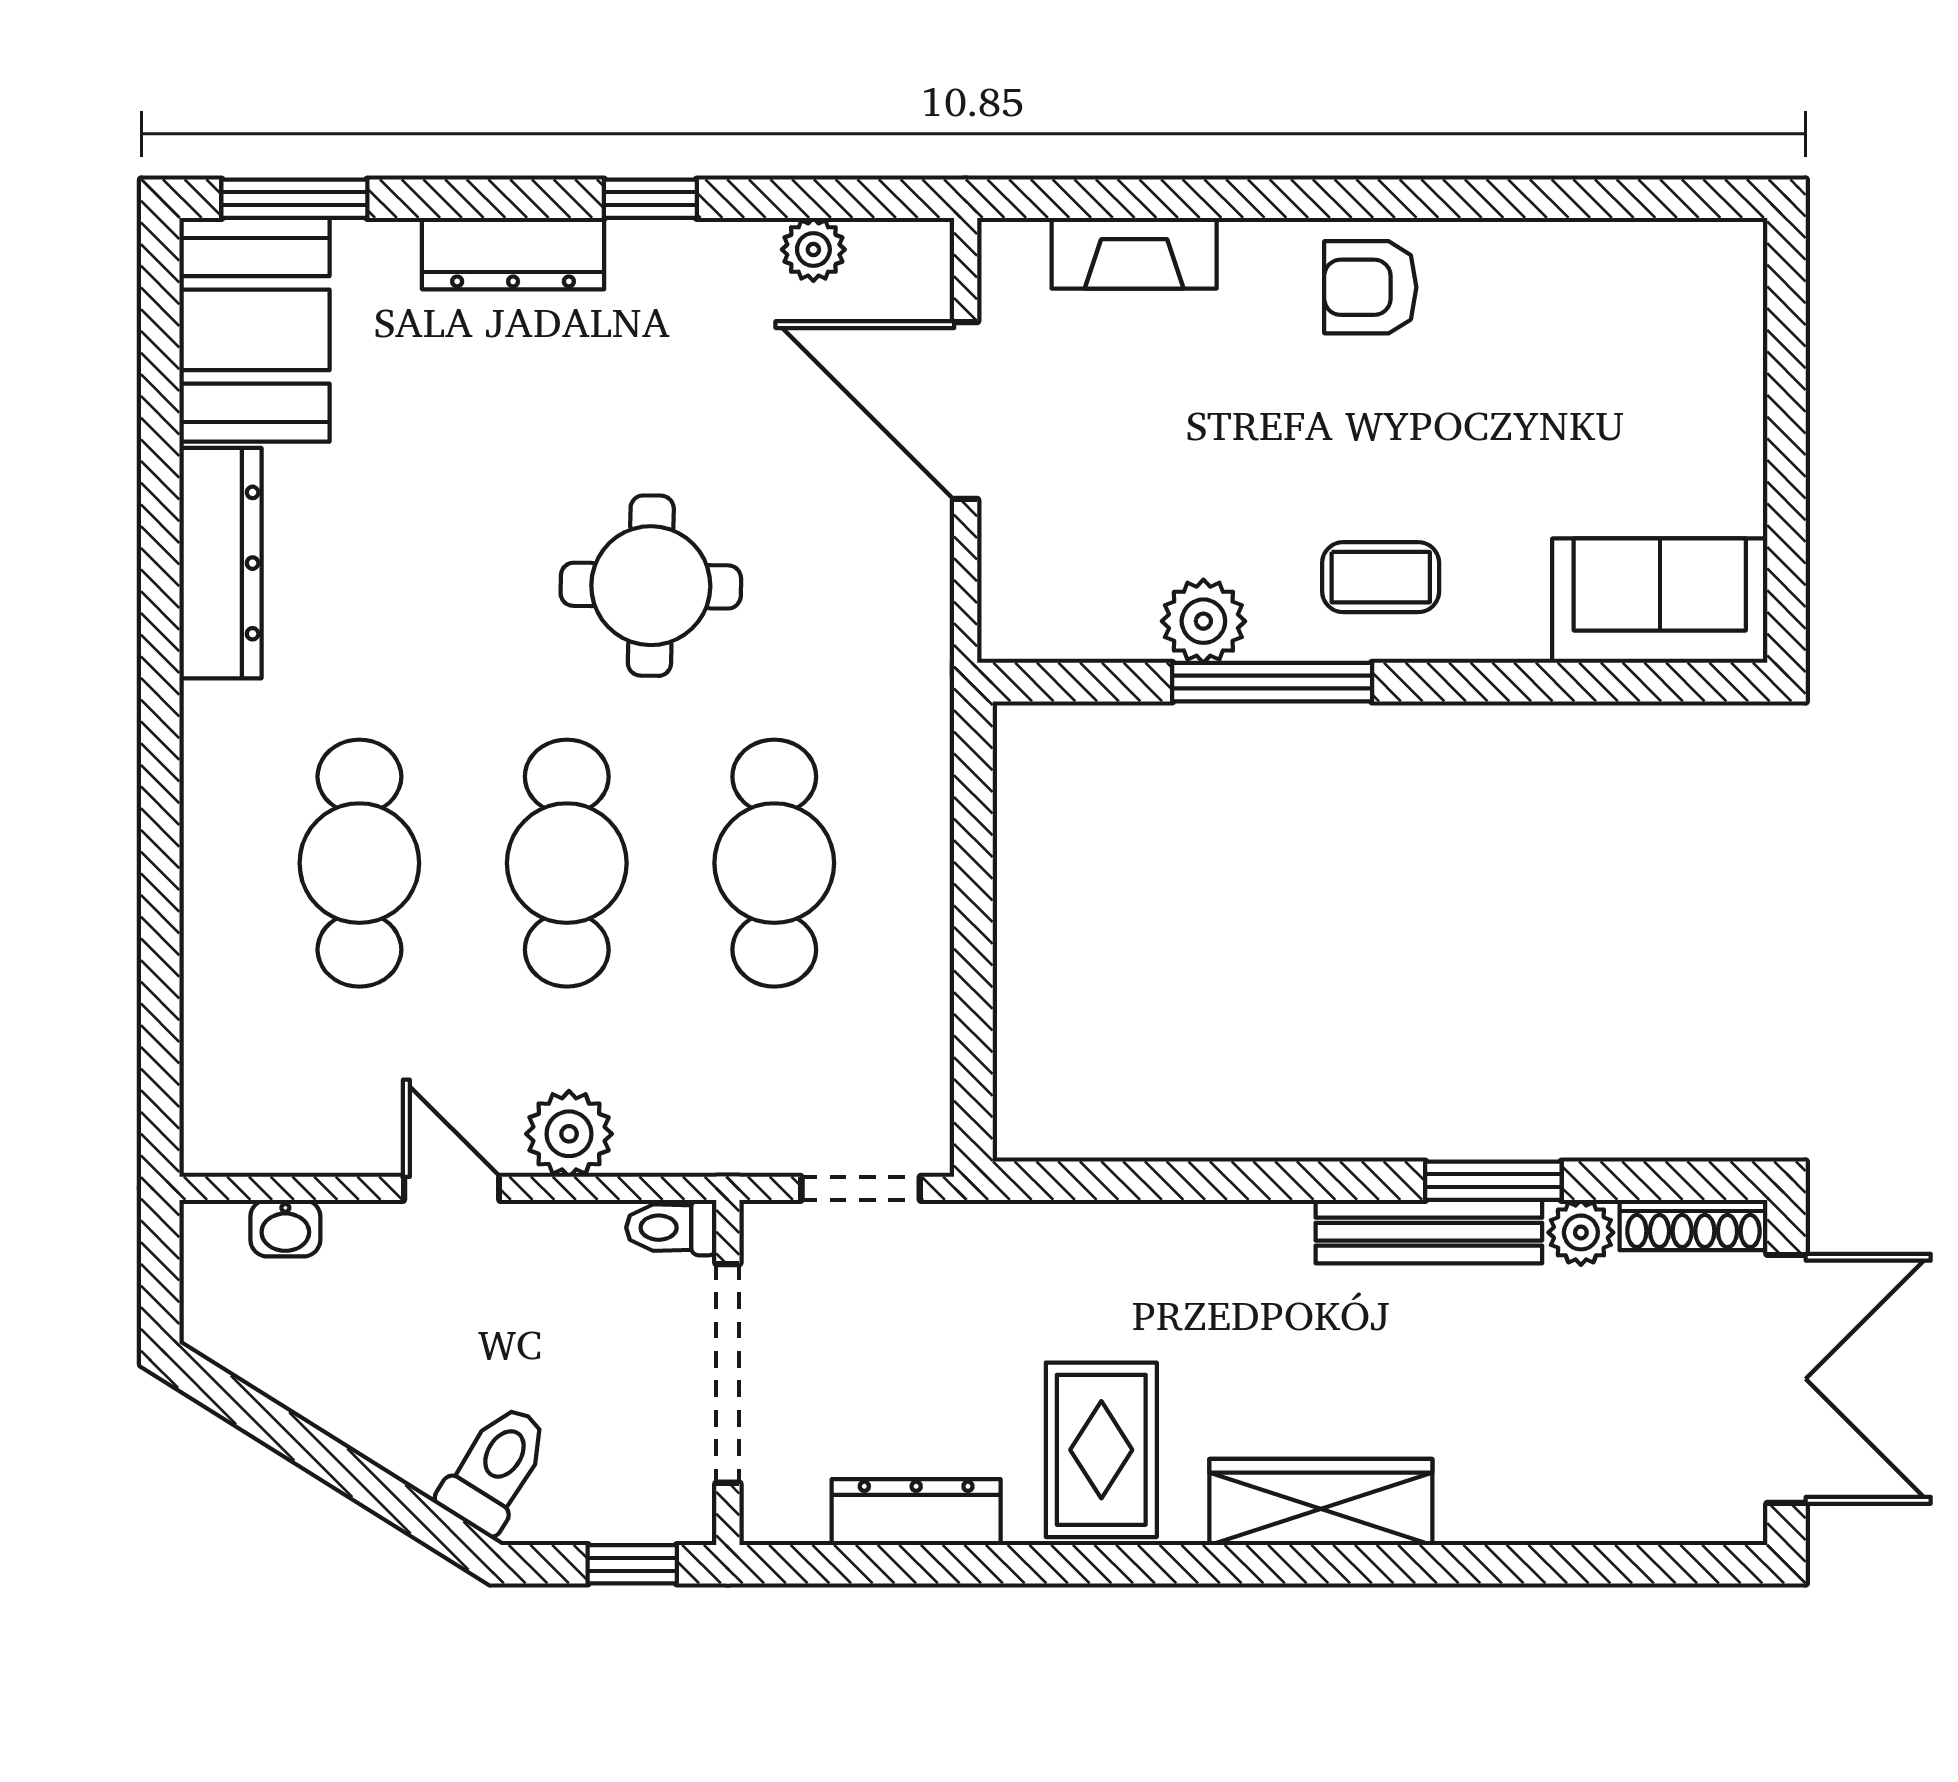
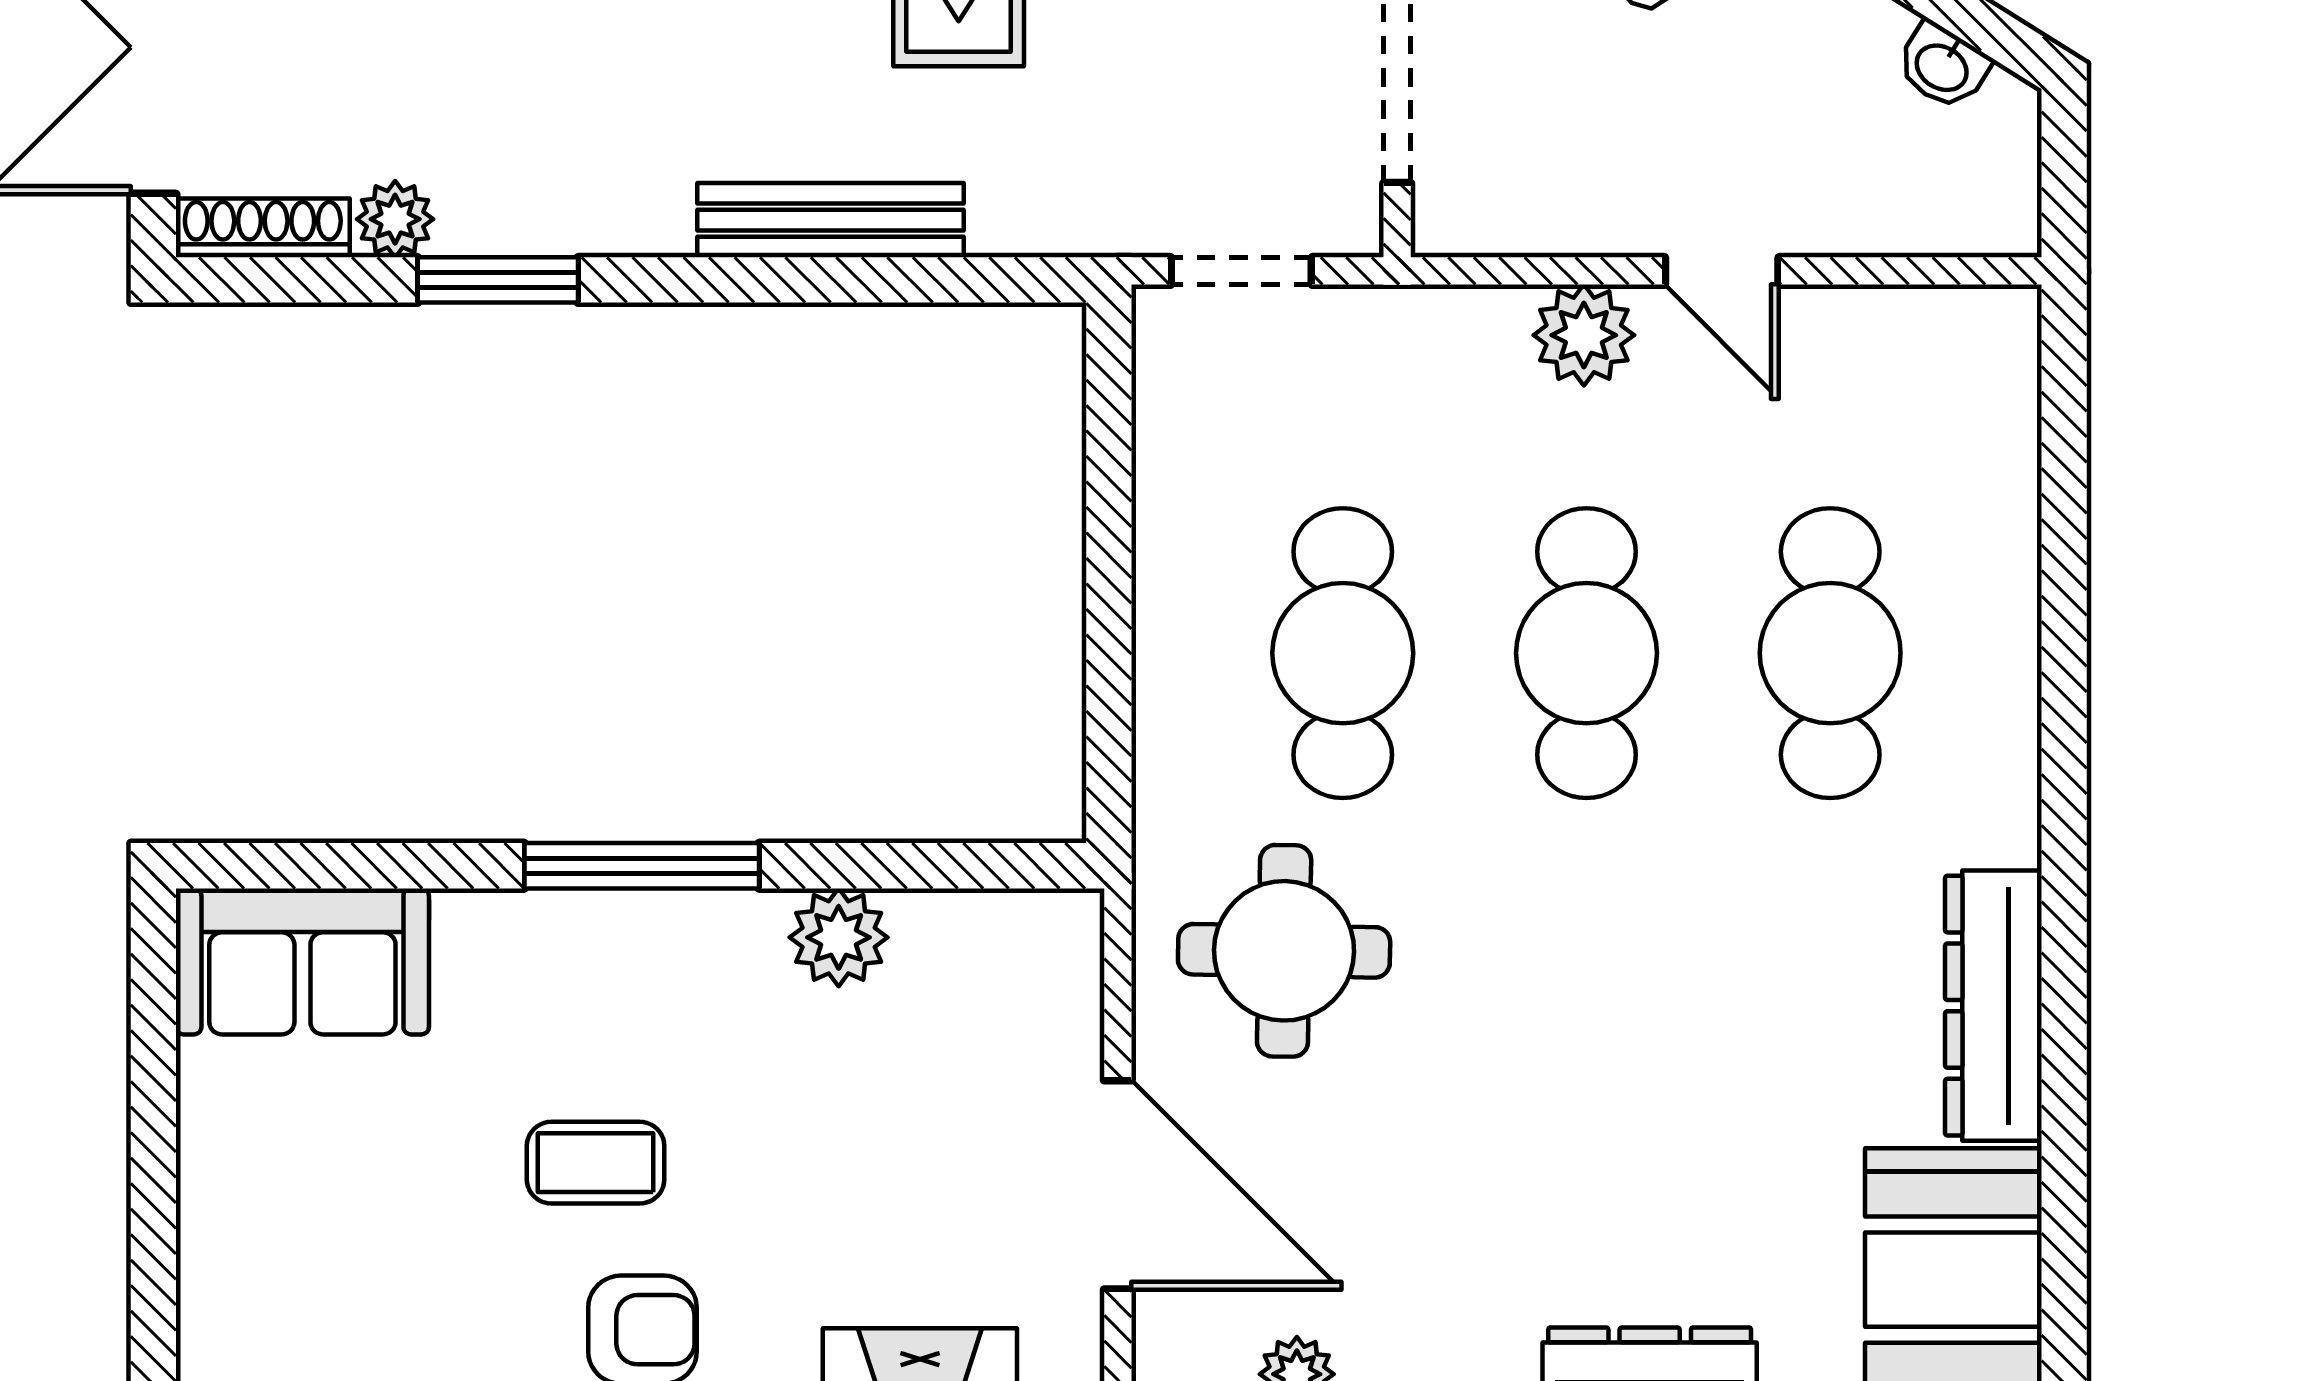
coffee table: (1381, 577) -> (596, 1163), moved
round table: (651, 586) -> (1284, 951), moved
window: (1272, 682) -> (642, 866), moved
washbasin: (285, 1228) -> (1943, 66), moved, turned -148
toilet: (671, 1228) -> (1464, 225), removed
bench: (1429, 1232) -> (830, 220), moved

